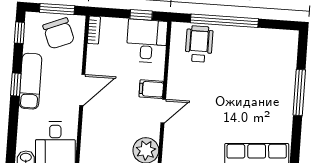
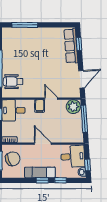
window: (19, 33) -> (60, 180), moved
window: (299, 92) -> (25, 25), moved

